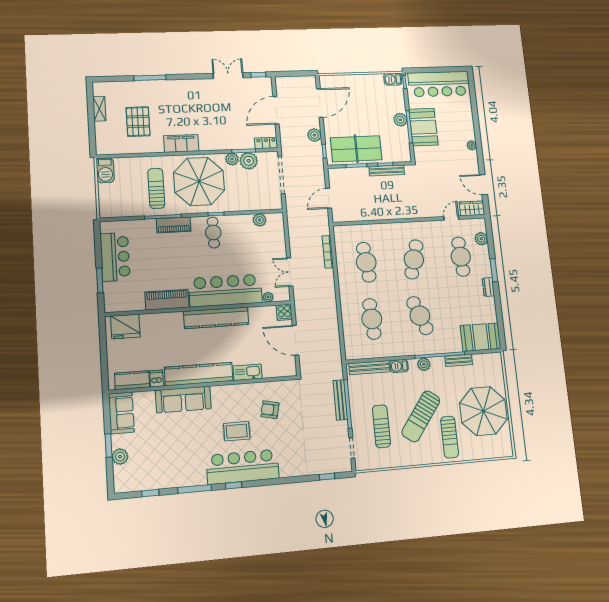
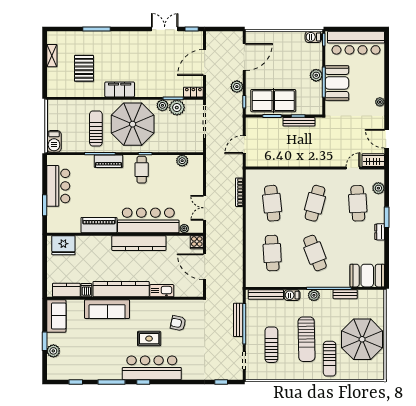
barbecue: (105, 170) -> (54, 141), moved
sun lounger: (421, 416) -> (307, 339), turned -37

